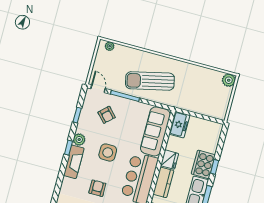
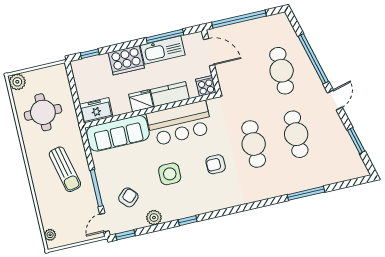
sun lounger: (150, 81) -> (65, 169), width x0.73, depth x0.75
round table: (198, 87) -> (43, 112), added
window: (77, 115) -> (125, 235), moved
plant: (79, 140) -> (154, 218), moved
fireplace: (74, 162) -> (200, 206), removed
window: (215, 167) -> (90, 54), moved

